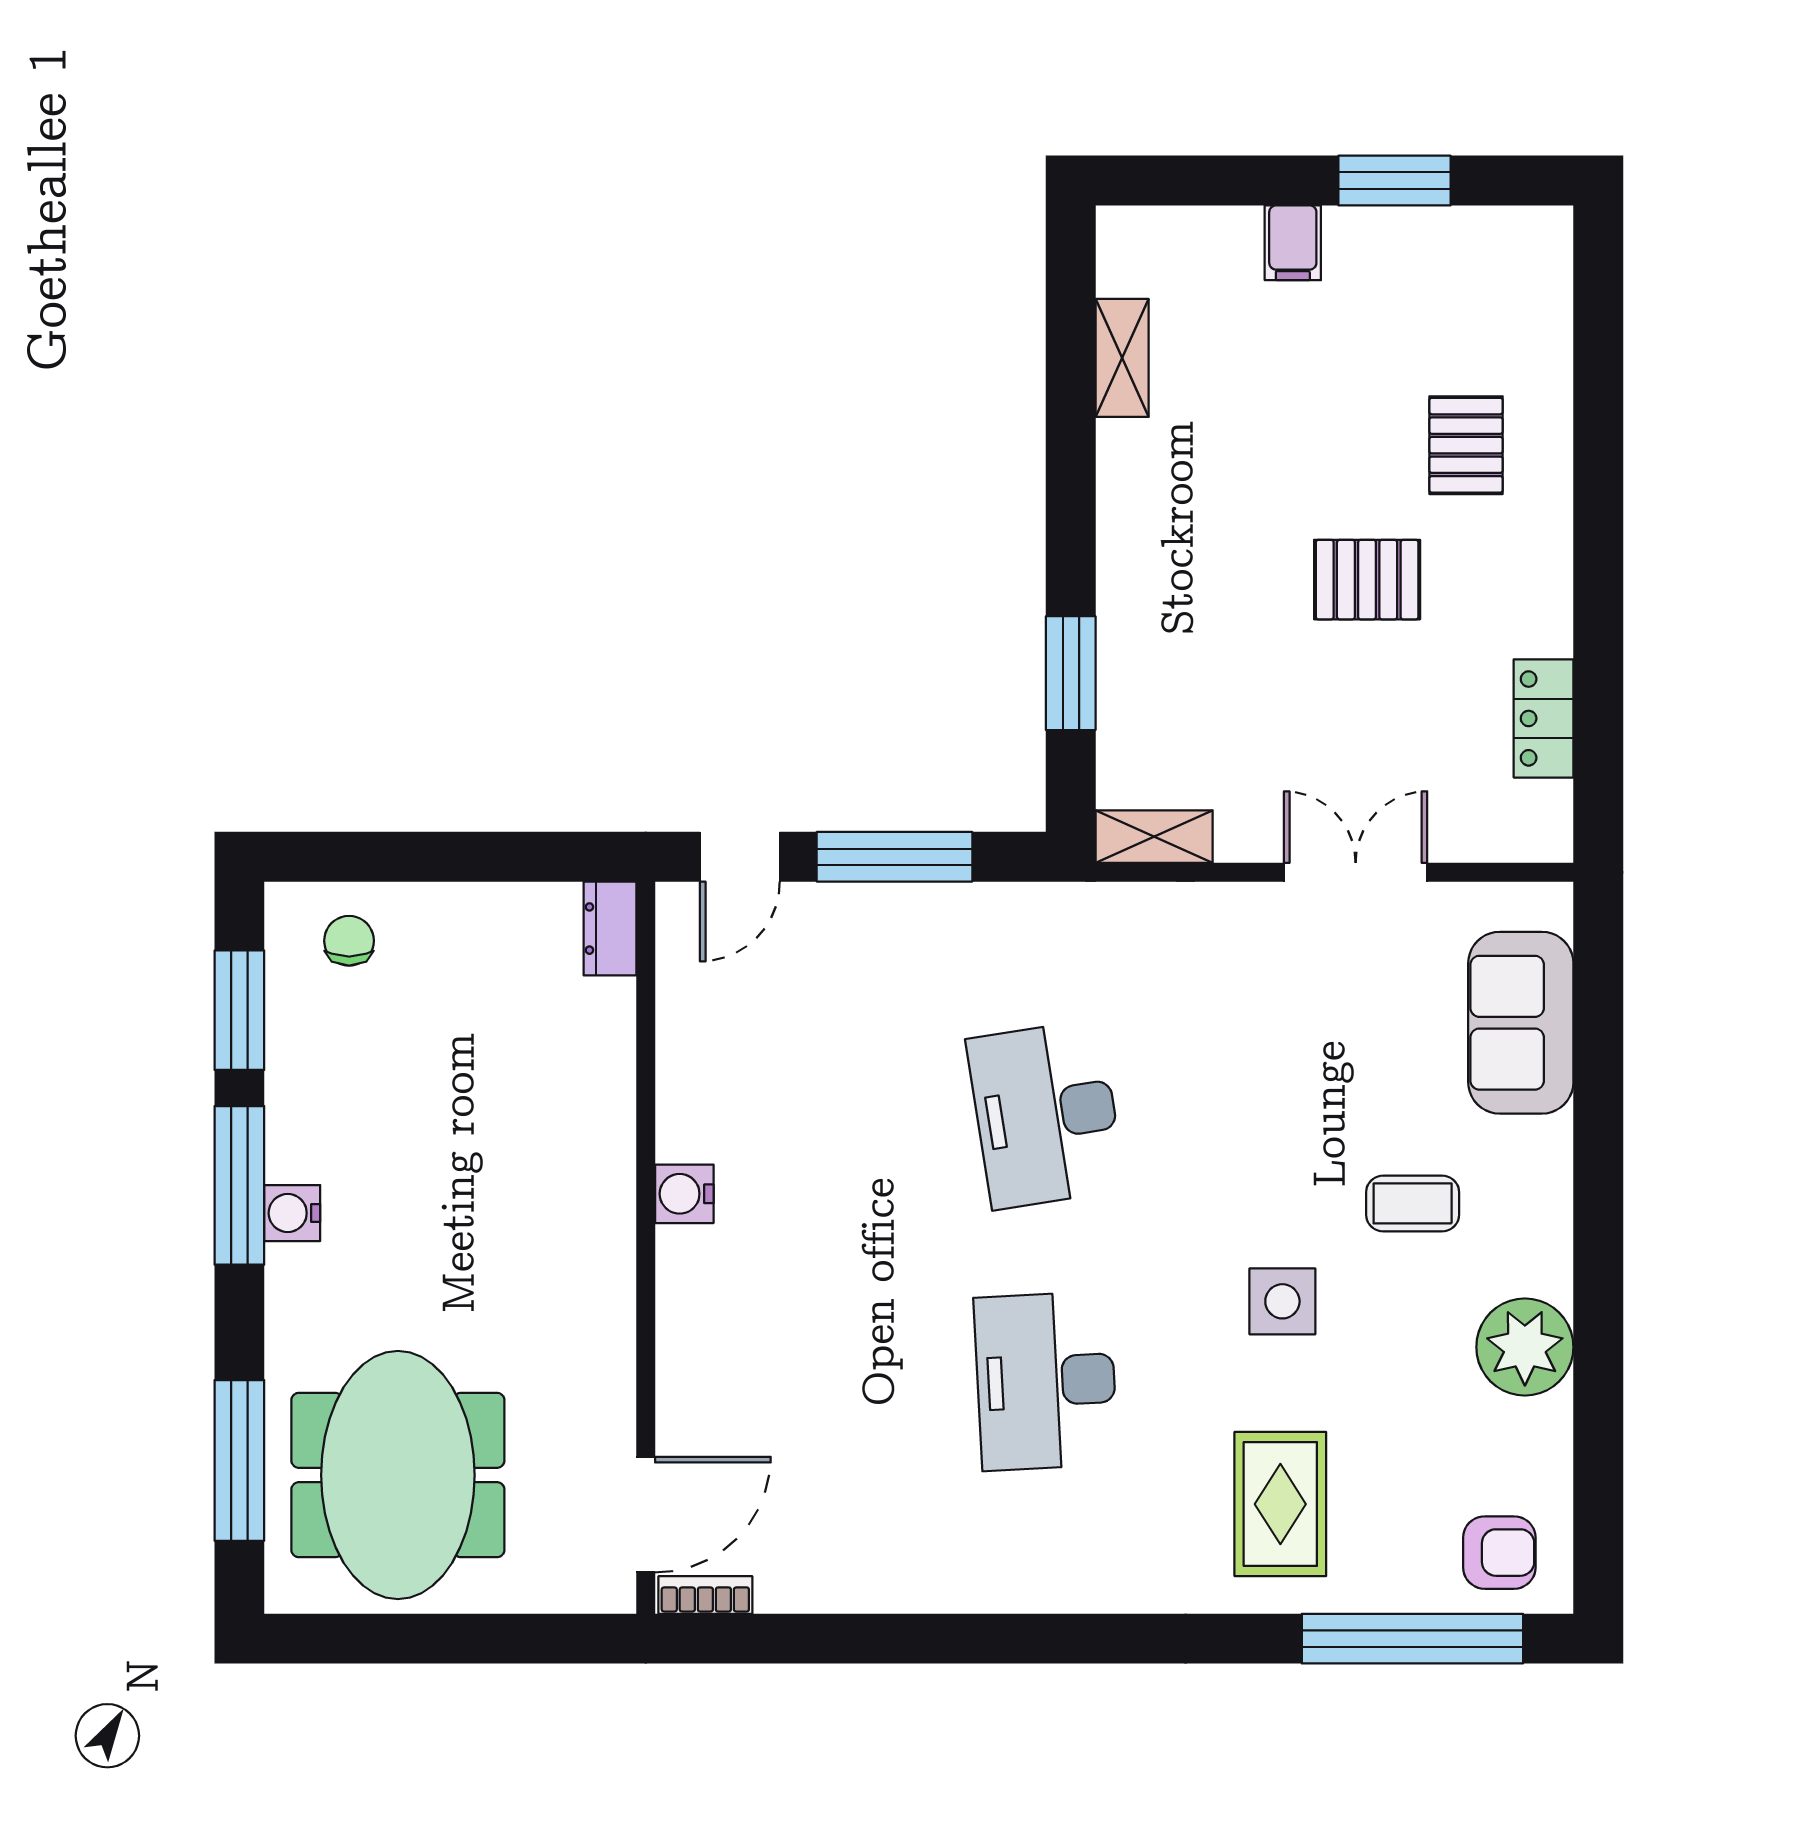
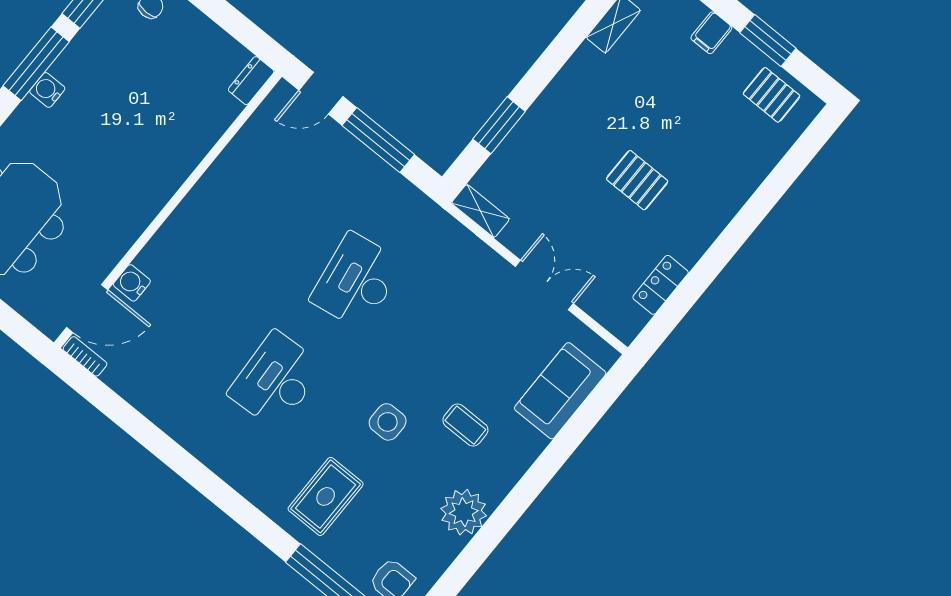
pallet: (1466, 445) -> (772, 95), moved, turned 90
water cooler: (684, 1194) -> (132, 283), moved

